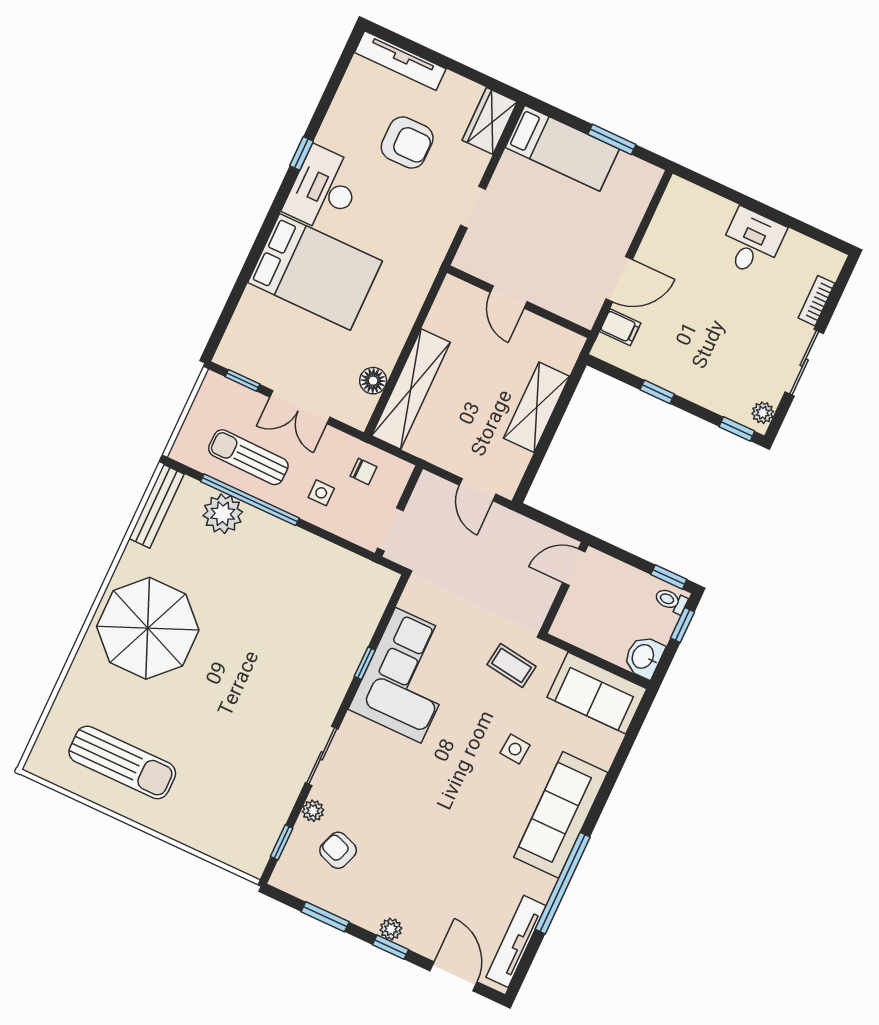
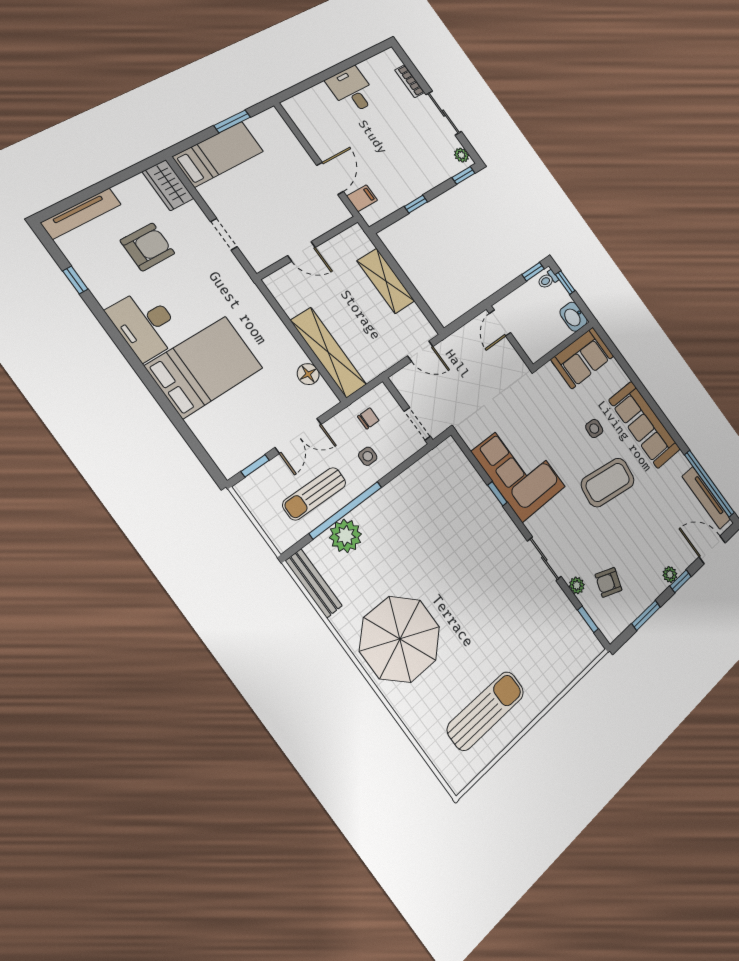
window: (301, 153) -> (75, 280), moved
coffee table: (511, 665) -> (608, 482), moved, width x1.86, depth x1.72
window: (563, 883) -> (709, 484), moved

